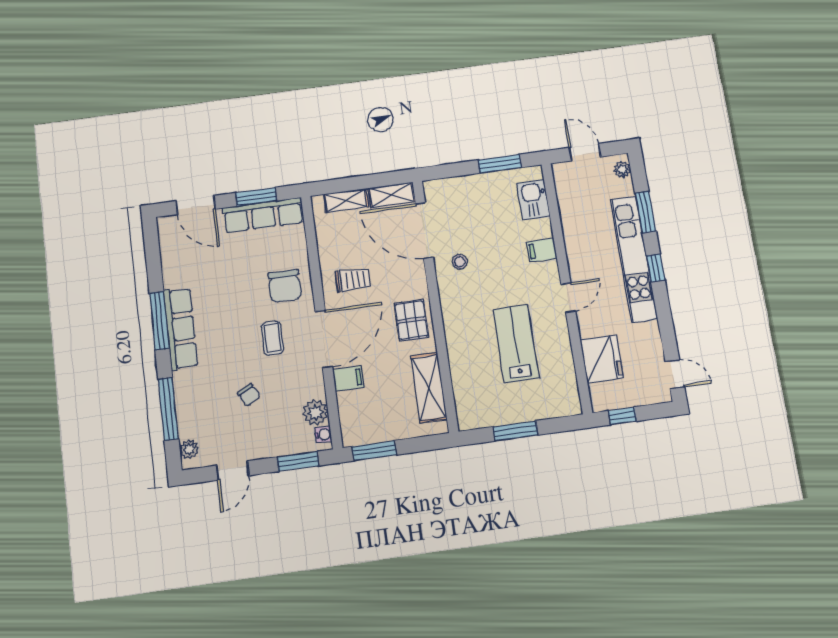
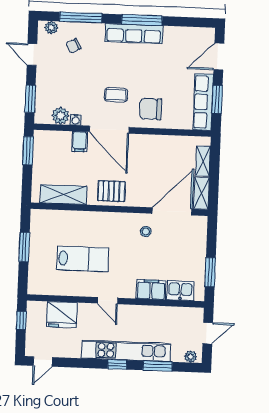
filing cabinet: (542, 250) -> (151, 290), width x2.00
trolley: (353, 280) -> (146, 156), removed
chair: (249, 395) -> (73, 46), moved
water cooler: (323, 434) -> (76, 120), moved

